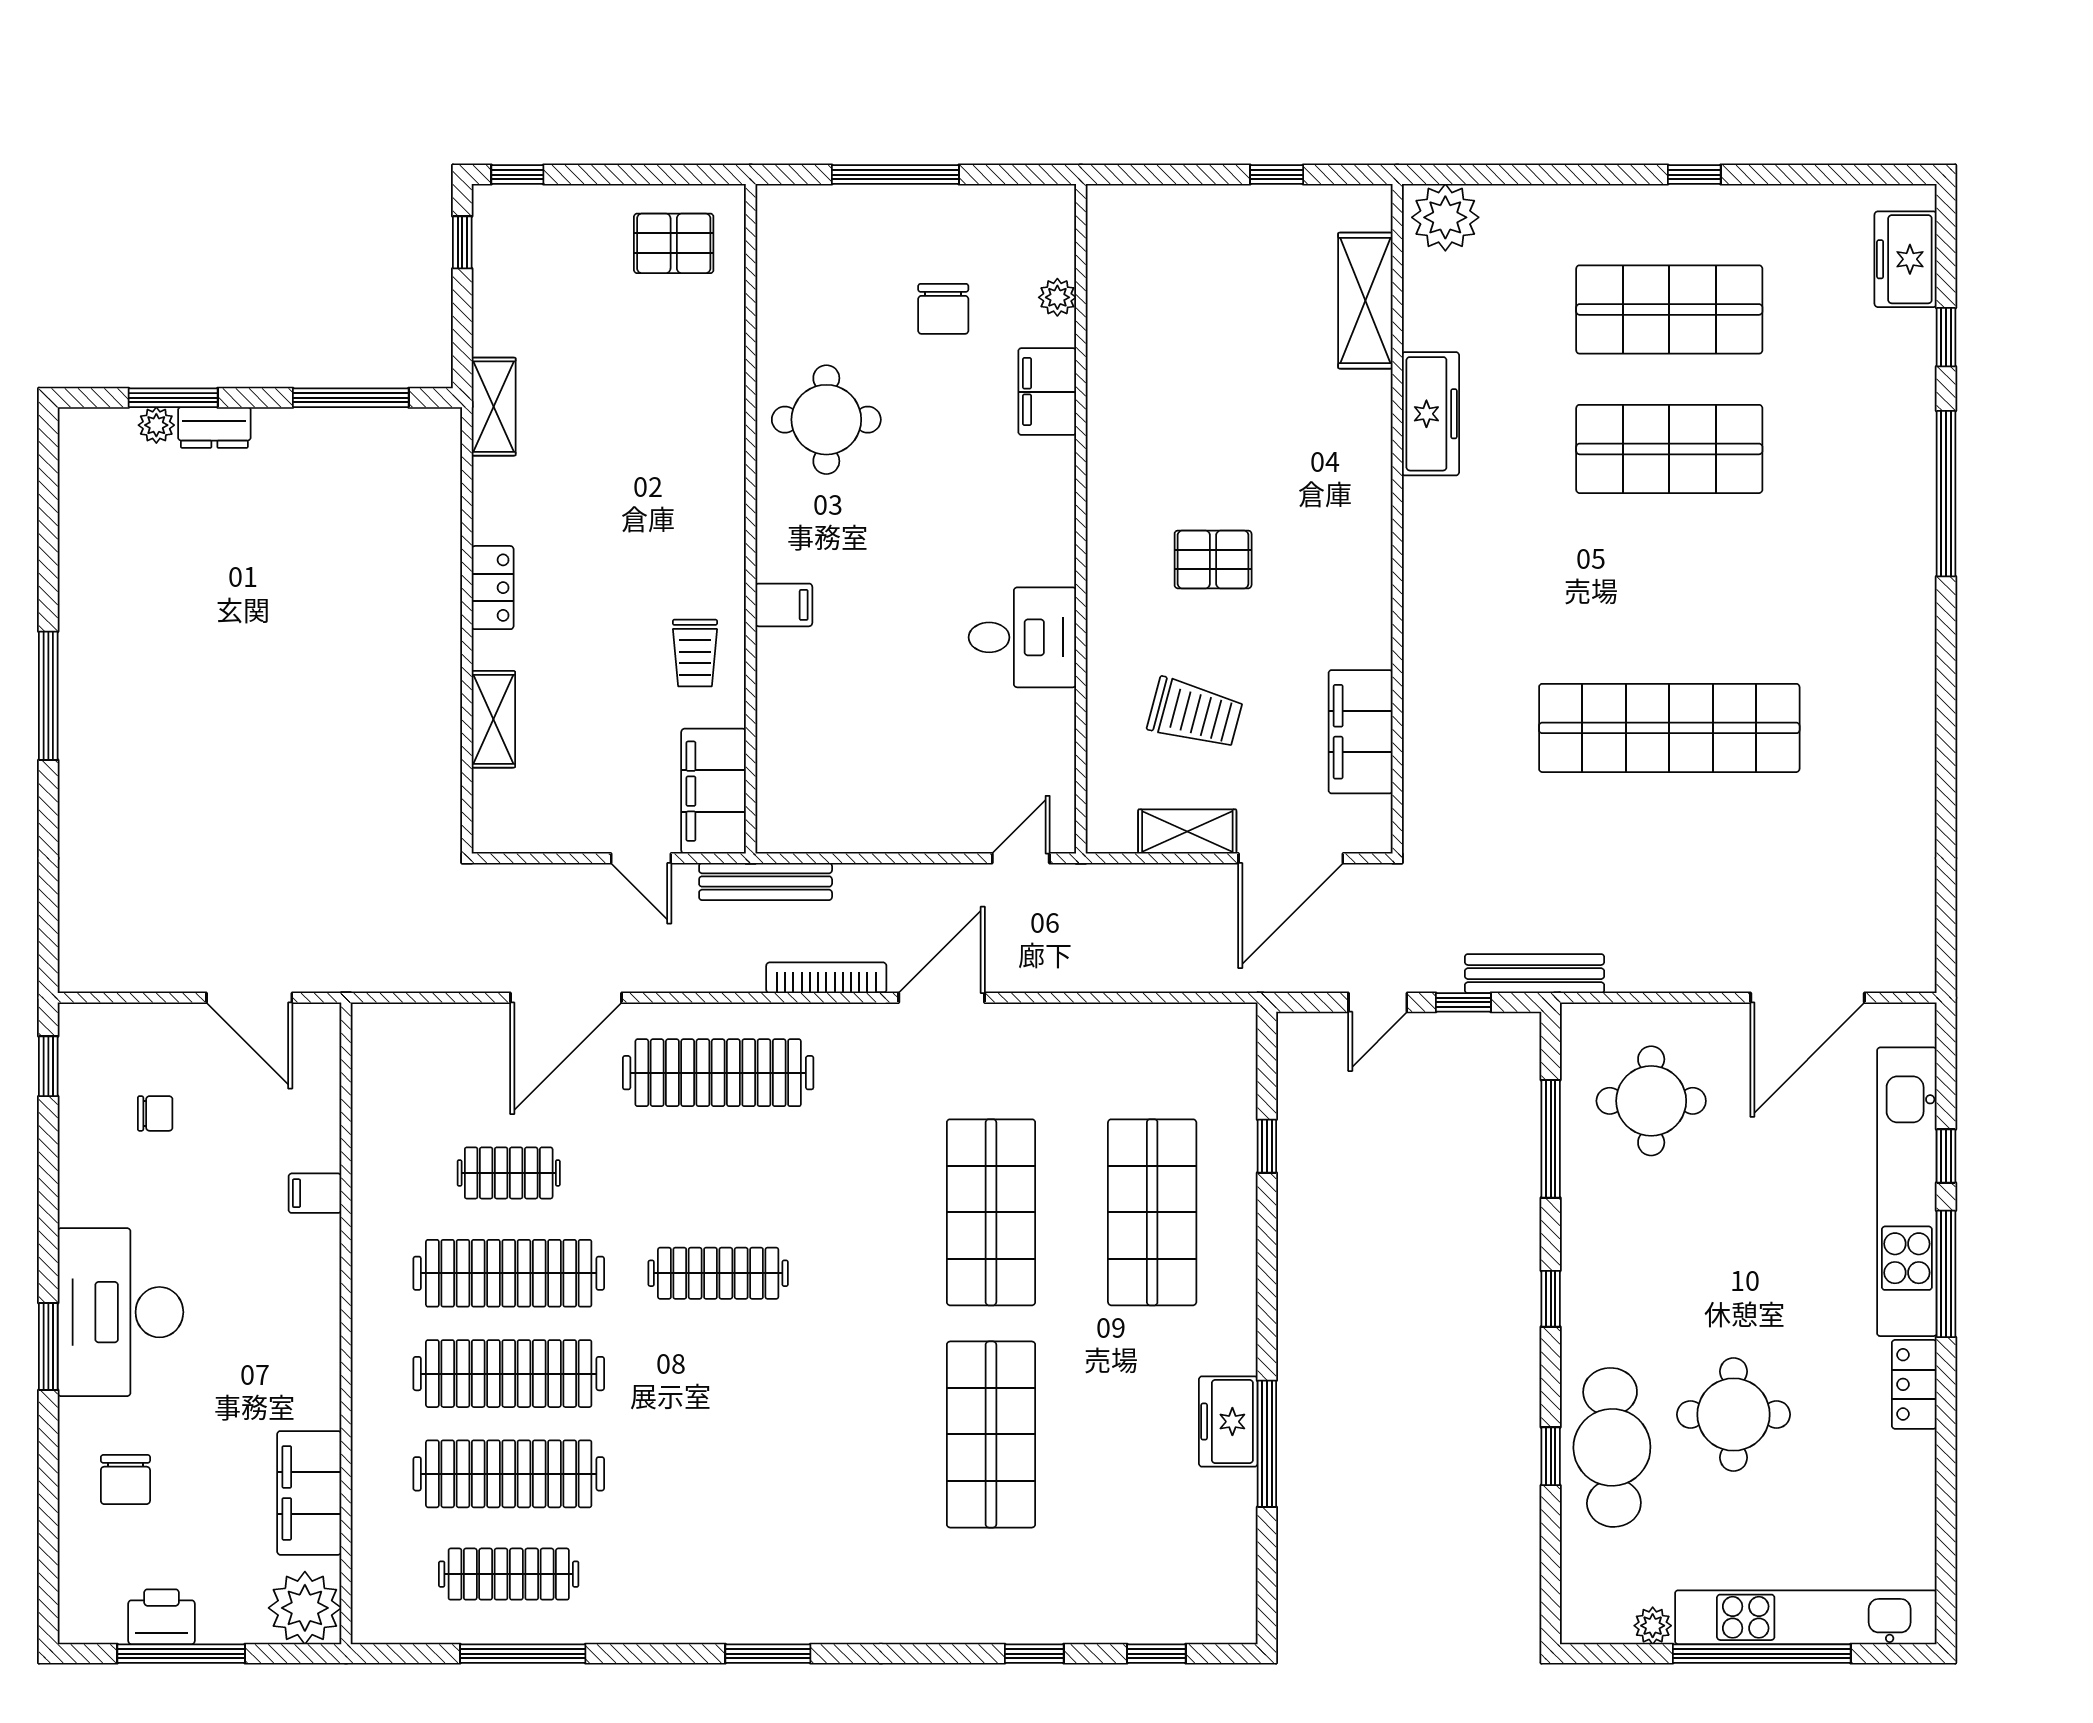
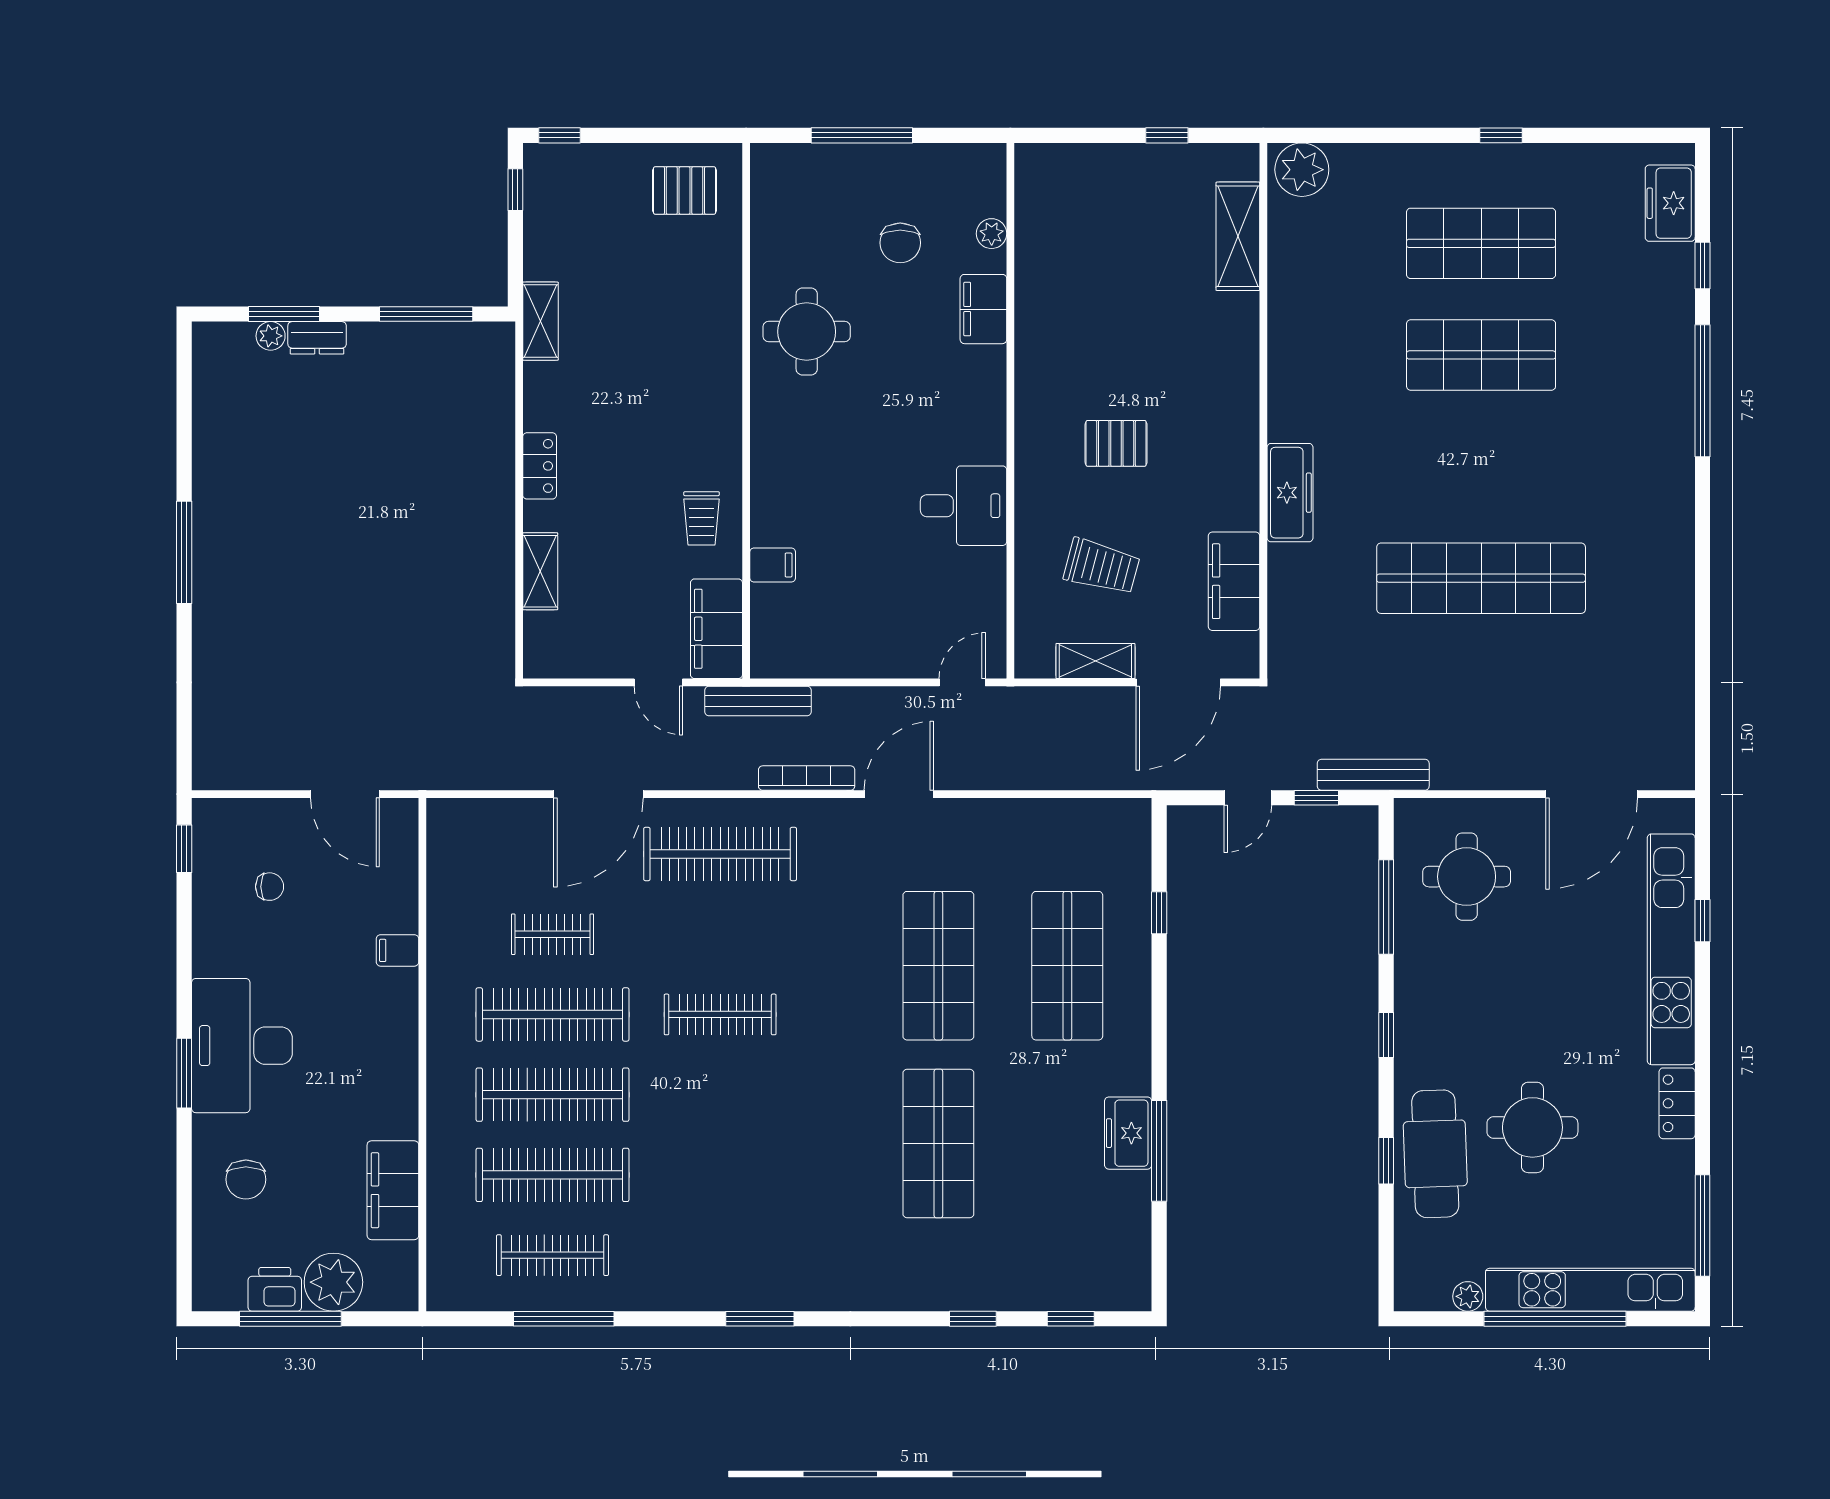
freezer: (1430, 414) -> (1290, 493), moved
filing cabinet: (784, 605) -> (773, 565), moved
window: (1946, 1274) -> (1702, 1225), moved
plant: (305, 1608) -> (333, 1282), moved

